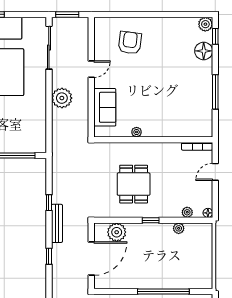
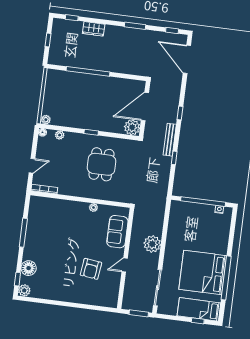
armchair: (130, 43) -> (91, 269), moved
plant: (179, 228) -> (46, 120), moved
plant: (117, 232) -> (132, 127), moved

